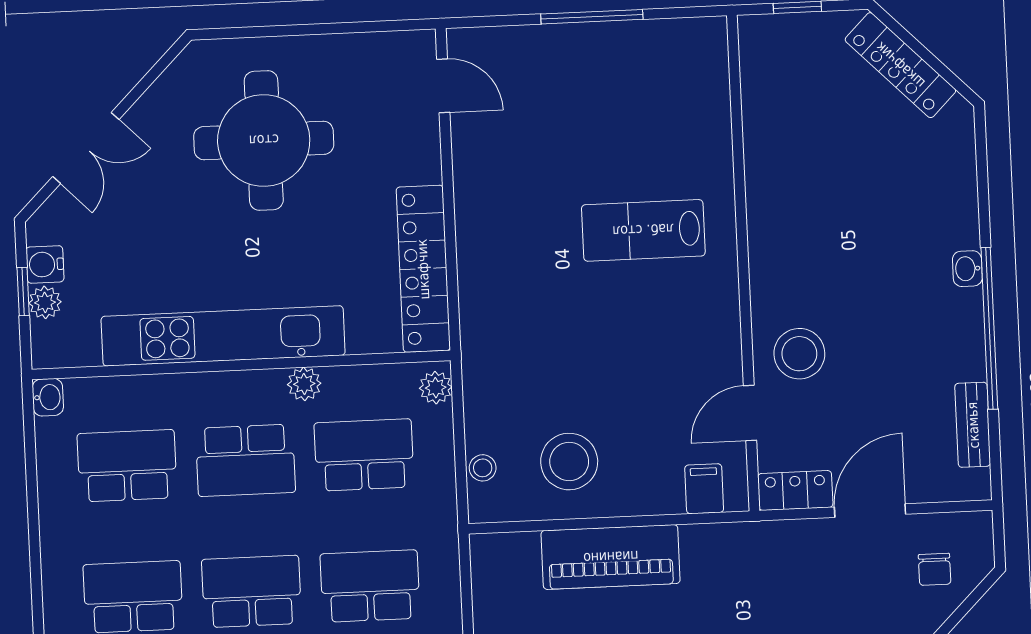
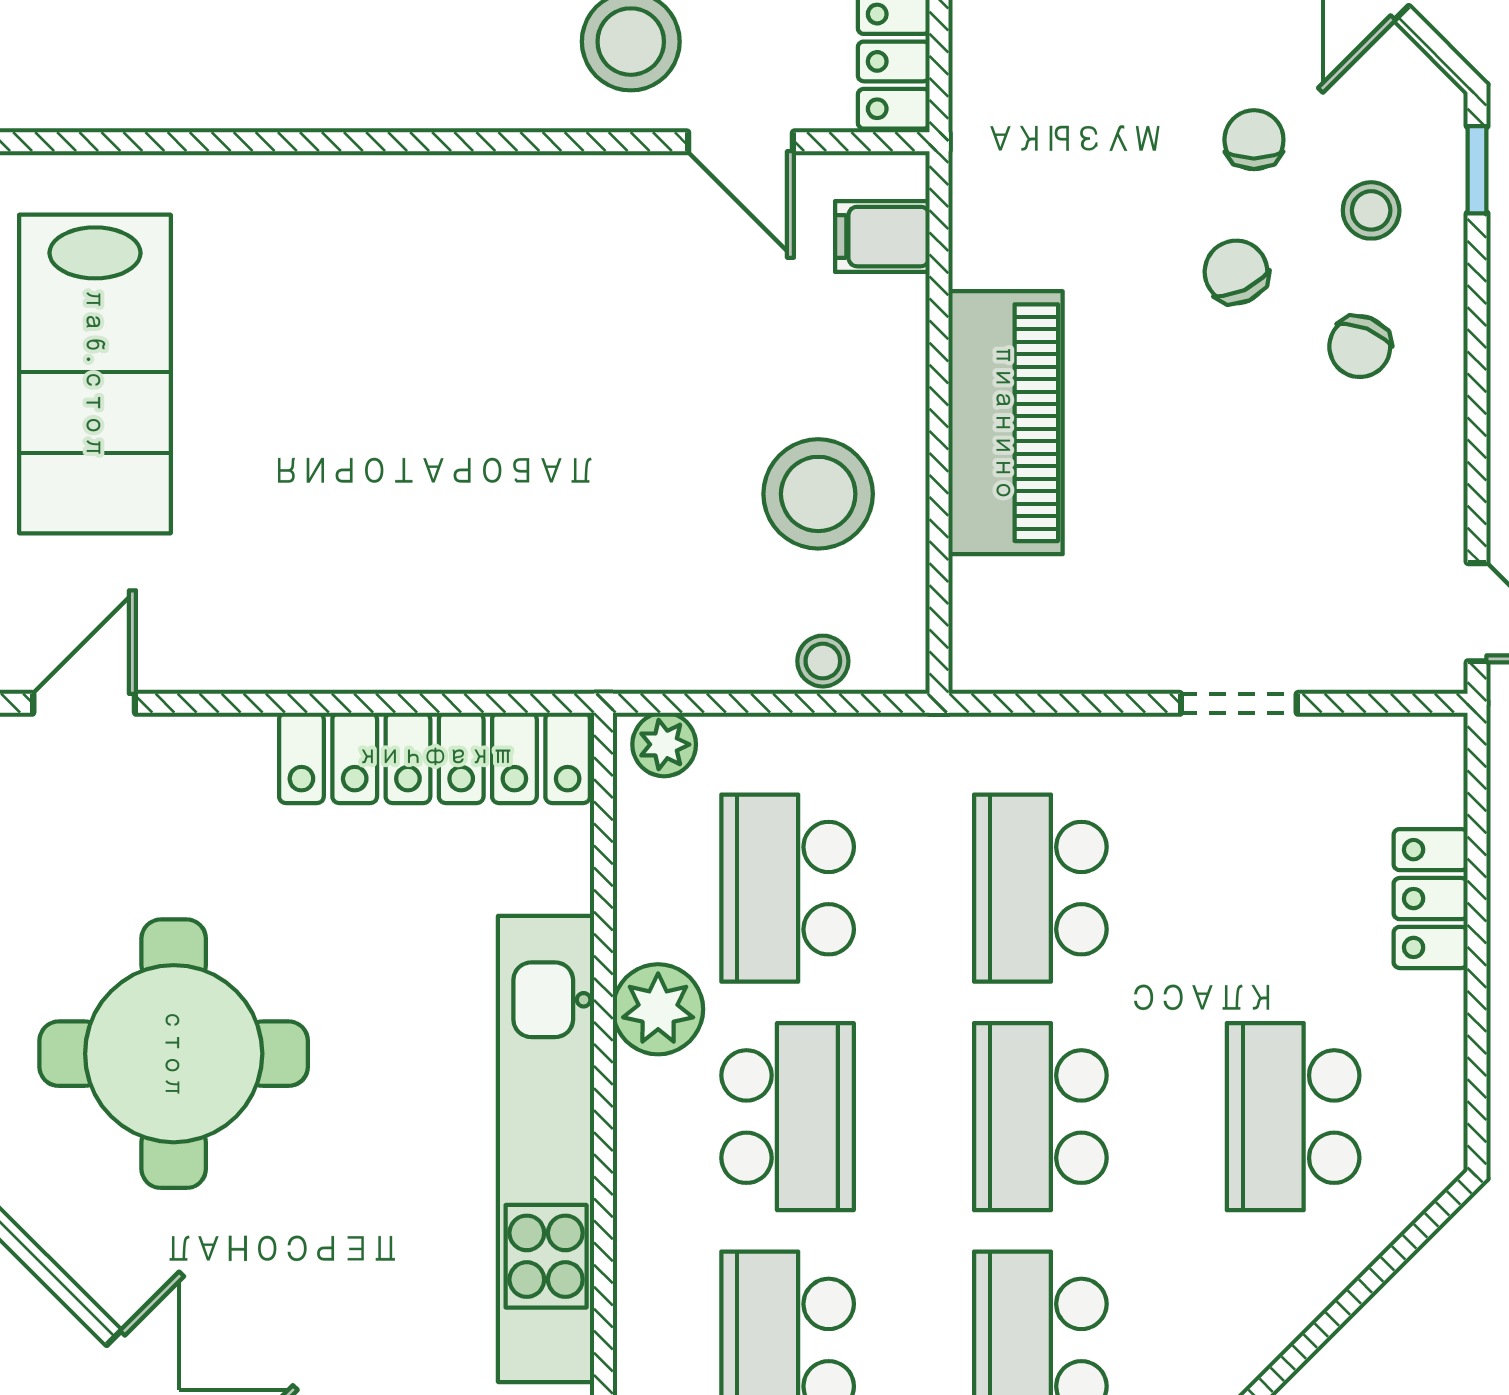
lab bench: (643, 230) -> (95, 374), moved, width x1.36, depth x1.39
plant: (304, 384) -> (658, 1009), width x1.38, depth x1.38

